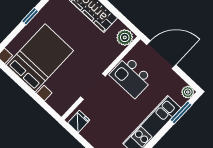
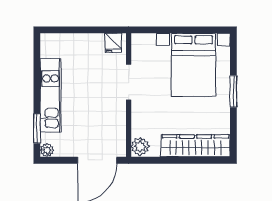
window: (30, 16) -> (233, 91), width x1.50
kitchen island: (131, 77) -> (105, 119), removed

